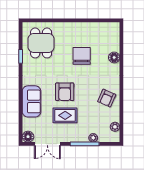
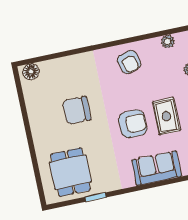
dining table: (41, 43) -> (70, 172), turned 90
floor lamp: (114, 57) -> (31, 72), moved
armchair: (107, 98) -> (129, 62), turned 50

